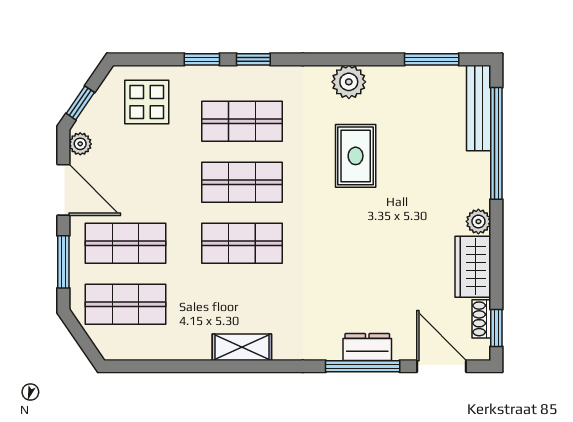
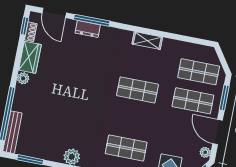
rug: (356, 156) -> (75, 121), removed
shop shelf: (242, 182) -> (132, 119), removed

